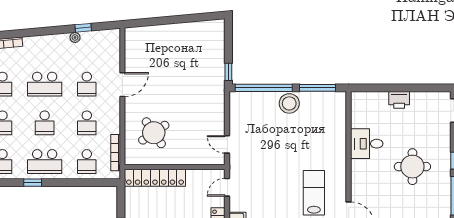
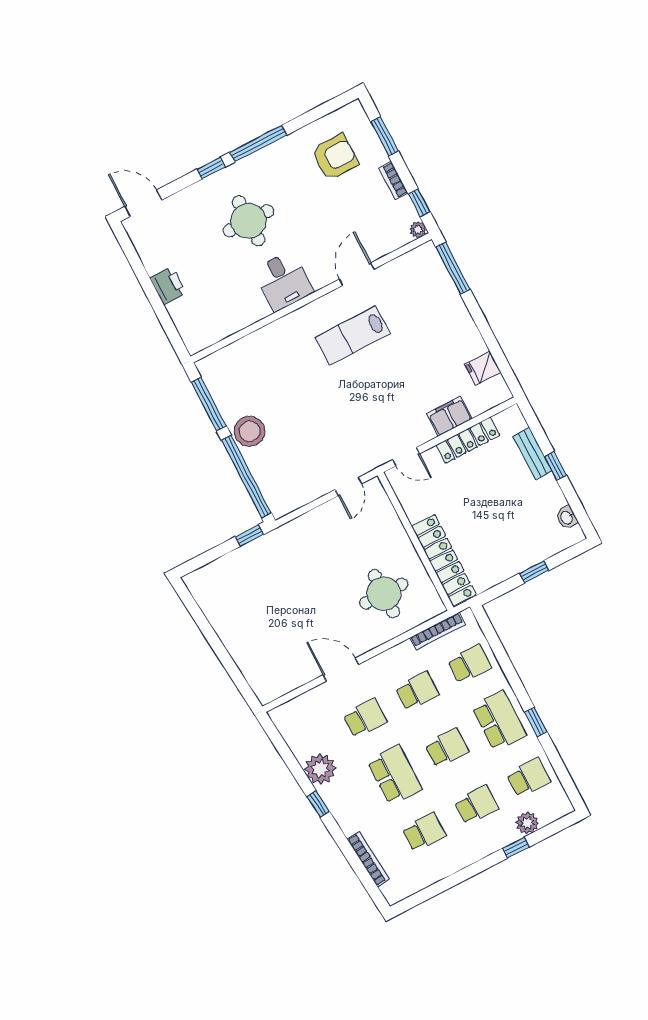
window: (83, 28) -> (318, 804), moved
plant: (75, 37) -> (320, 769), width x1.88, depth x1.88
round table: (154, 133) -> (384, 594), turned 34
desk: (367, 144) -> (283, 281), moved

